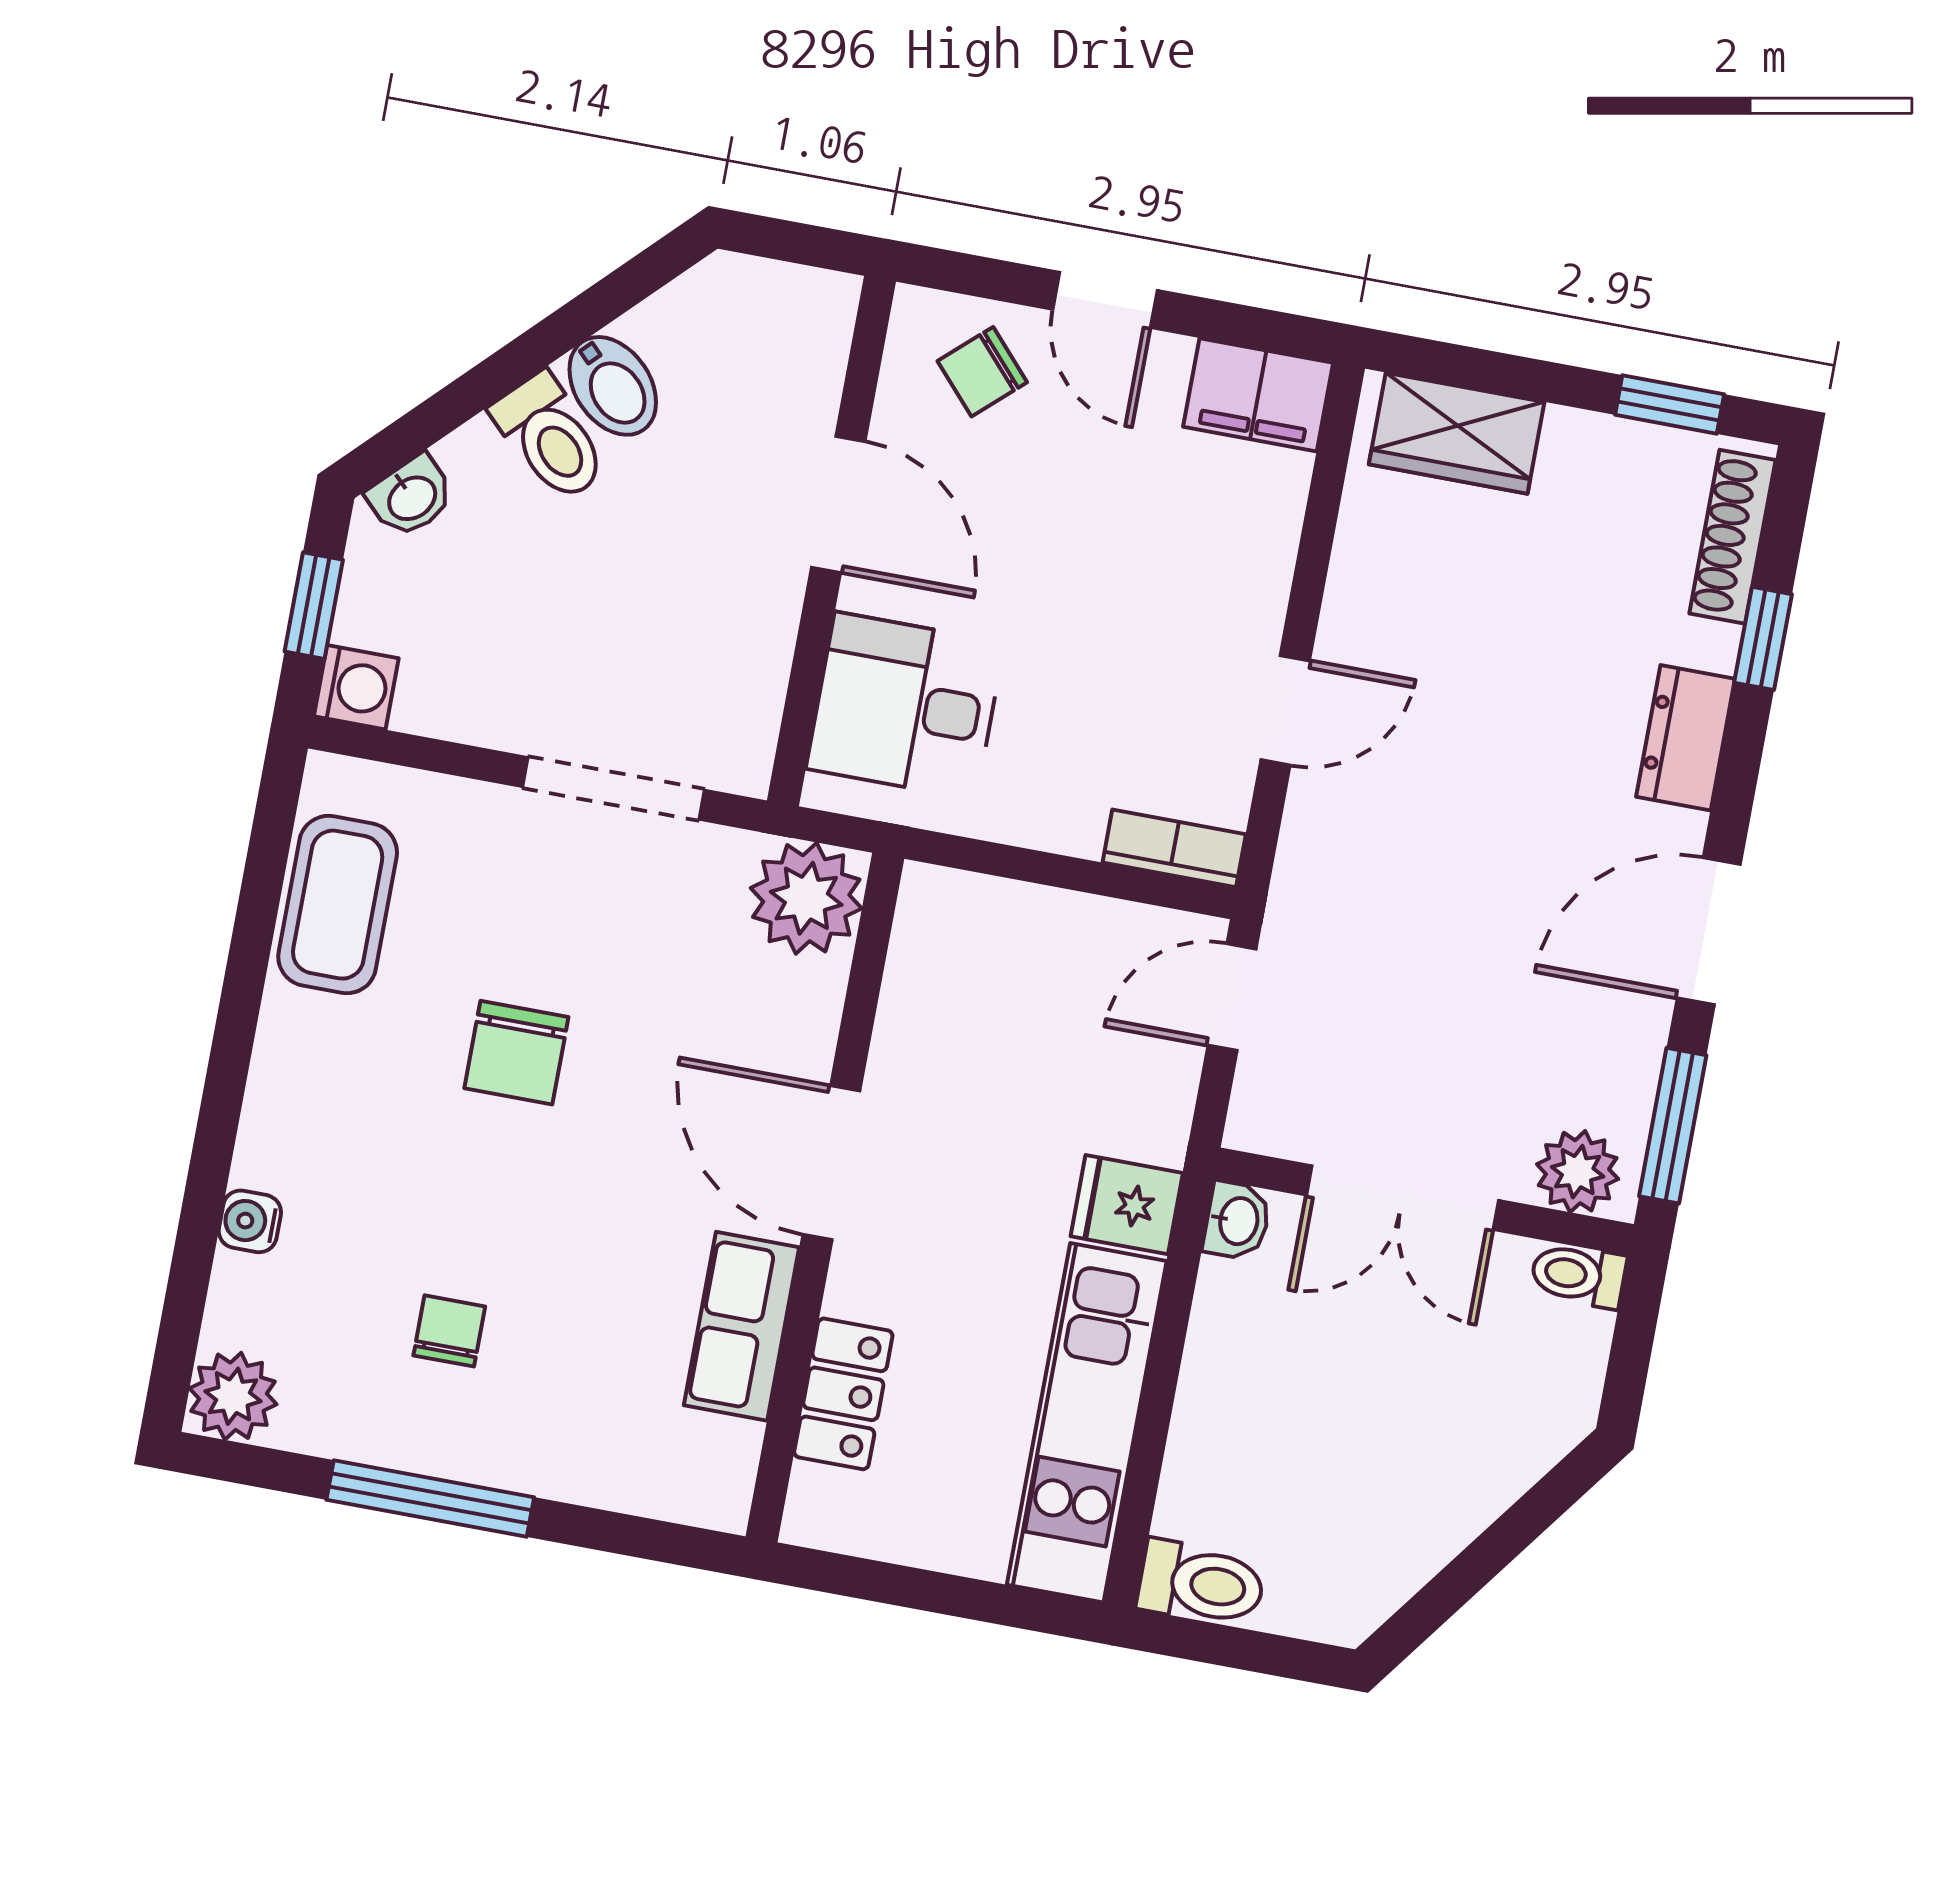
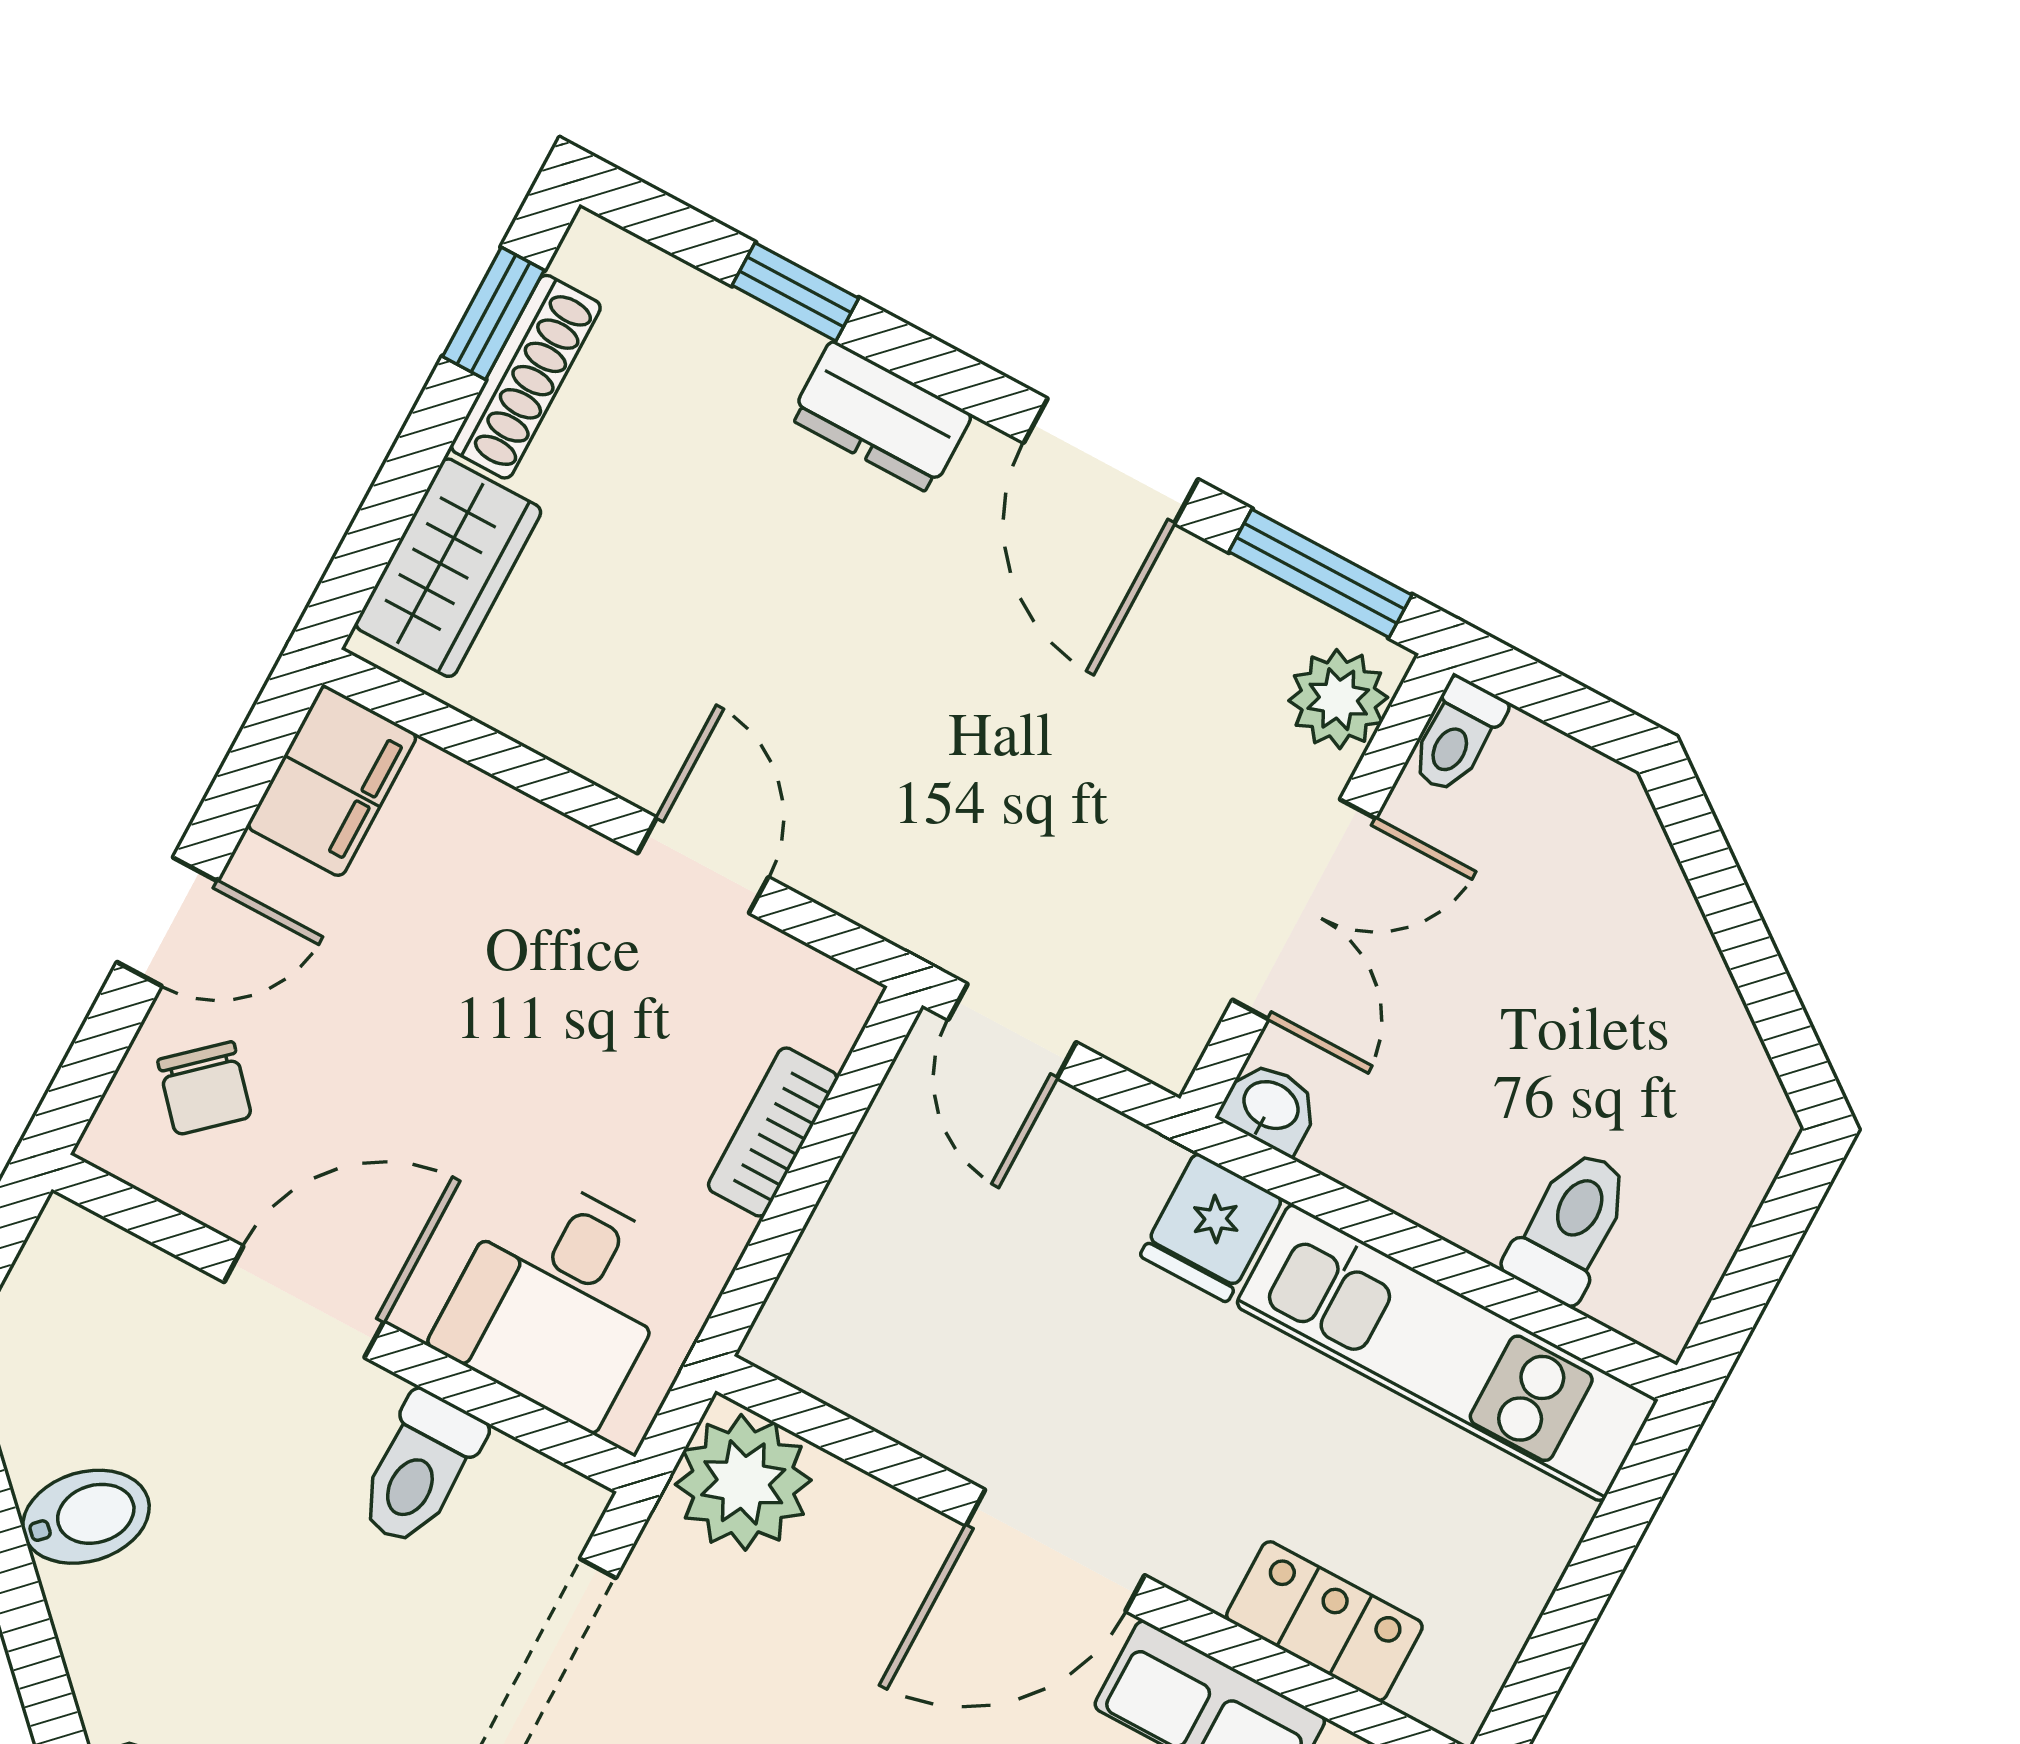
toilet: (550, 438) -> (420, 1469), moved, turned 135
shoe rack: (1732, 537) -> (526, 377), moved, turned -90
bookcase: (1174, 848) -> (773, 1132), moved
toilet: (1201, 1584) -> (1570, 1226), moved

